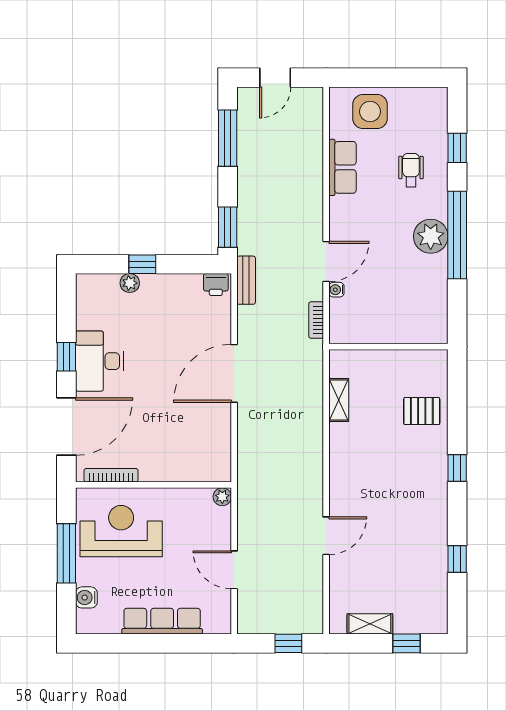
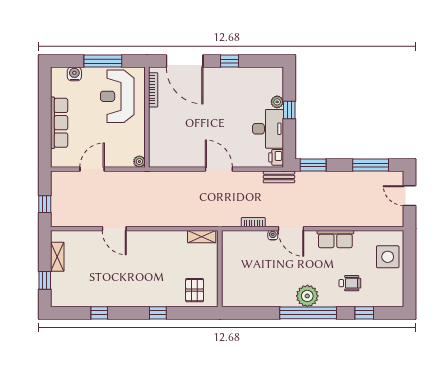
row of seats: (343, 167) -> (335, 239), moved
wall: (388, 347) -> (220, 269), moved
desk: (99, 361) -> (268, 129), moved, turned 90
door: (234, 373) -> (219, 169), width x0.73
reception desk: (121, 531) -> (117, 96), turned 180

